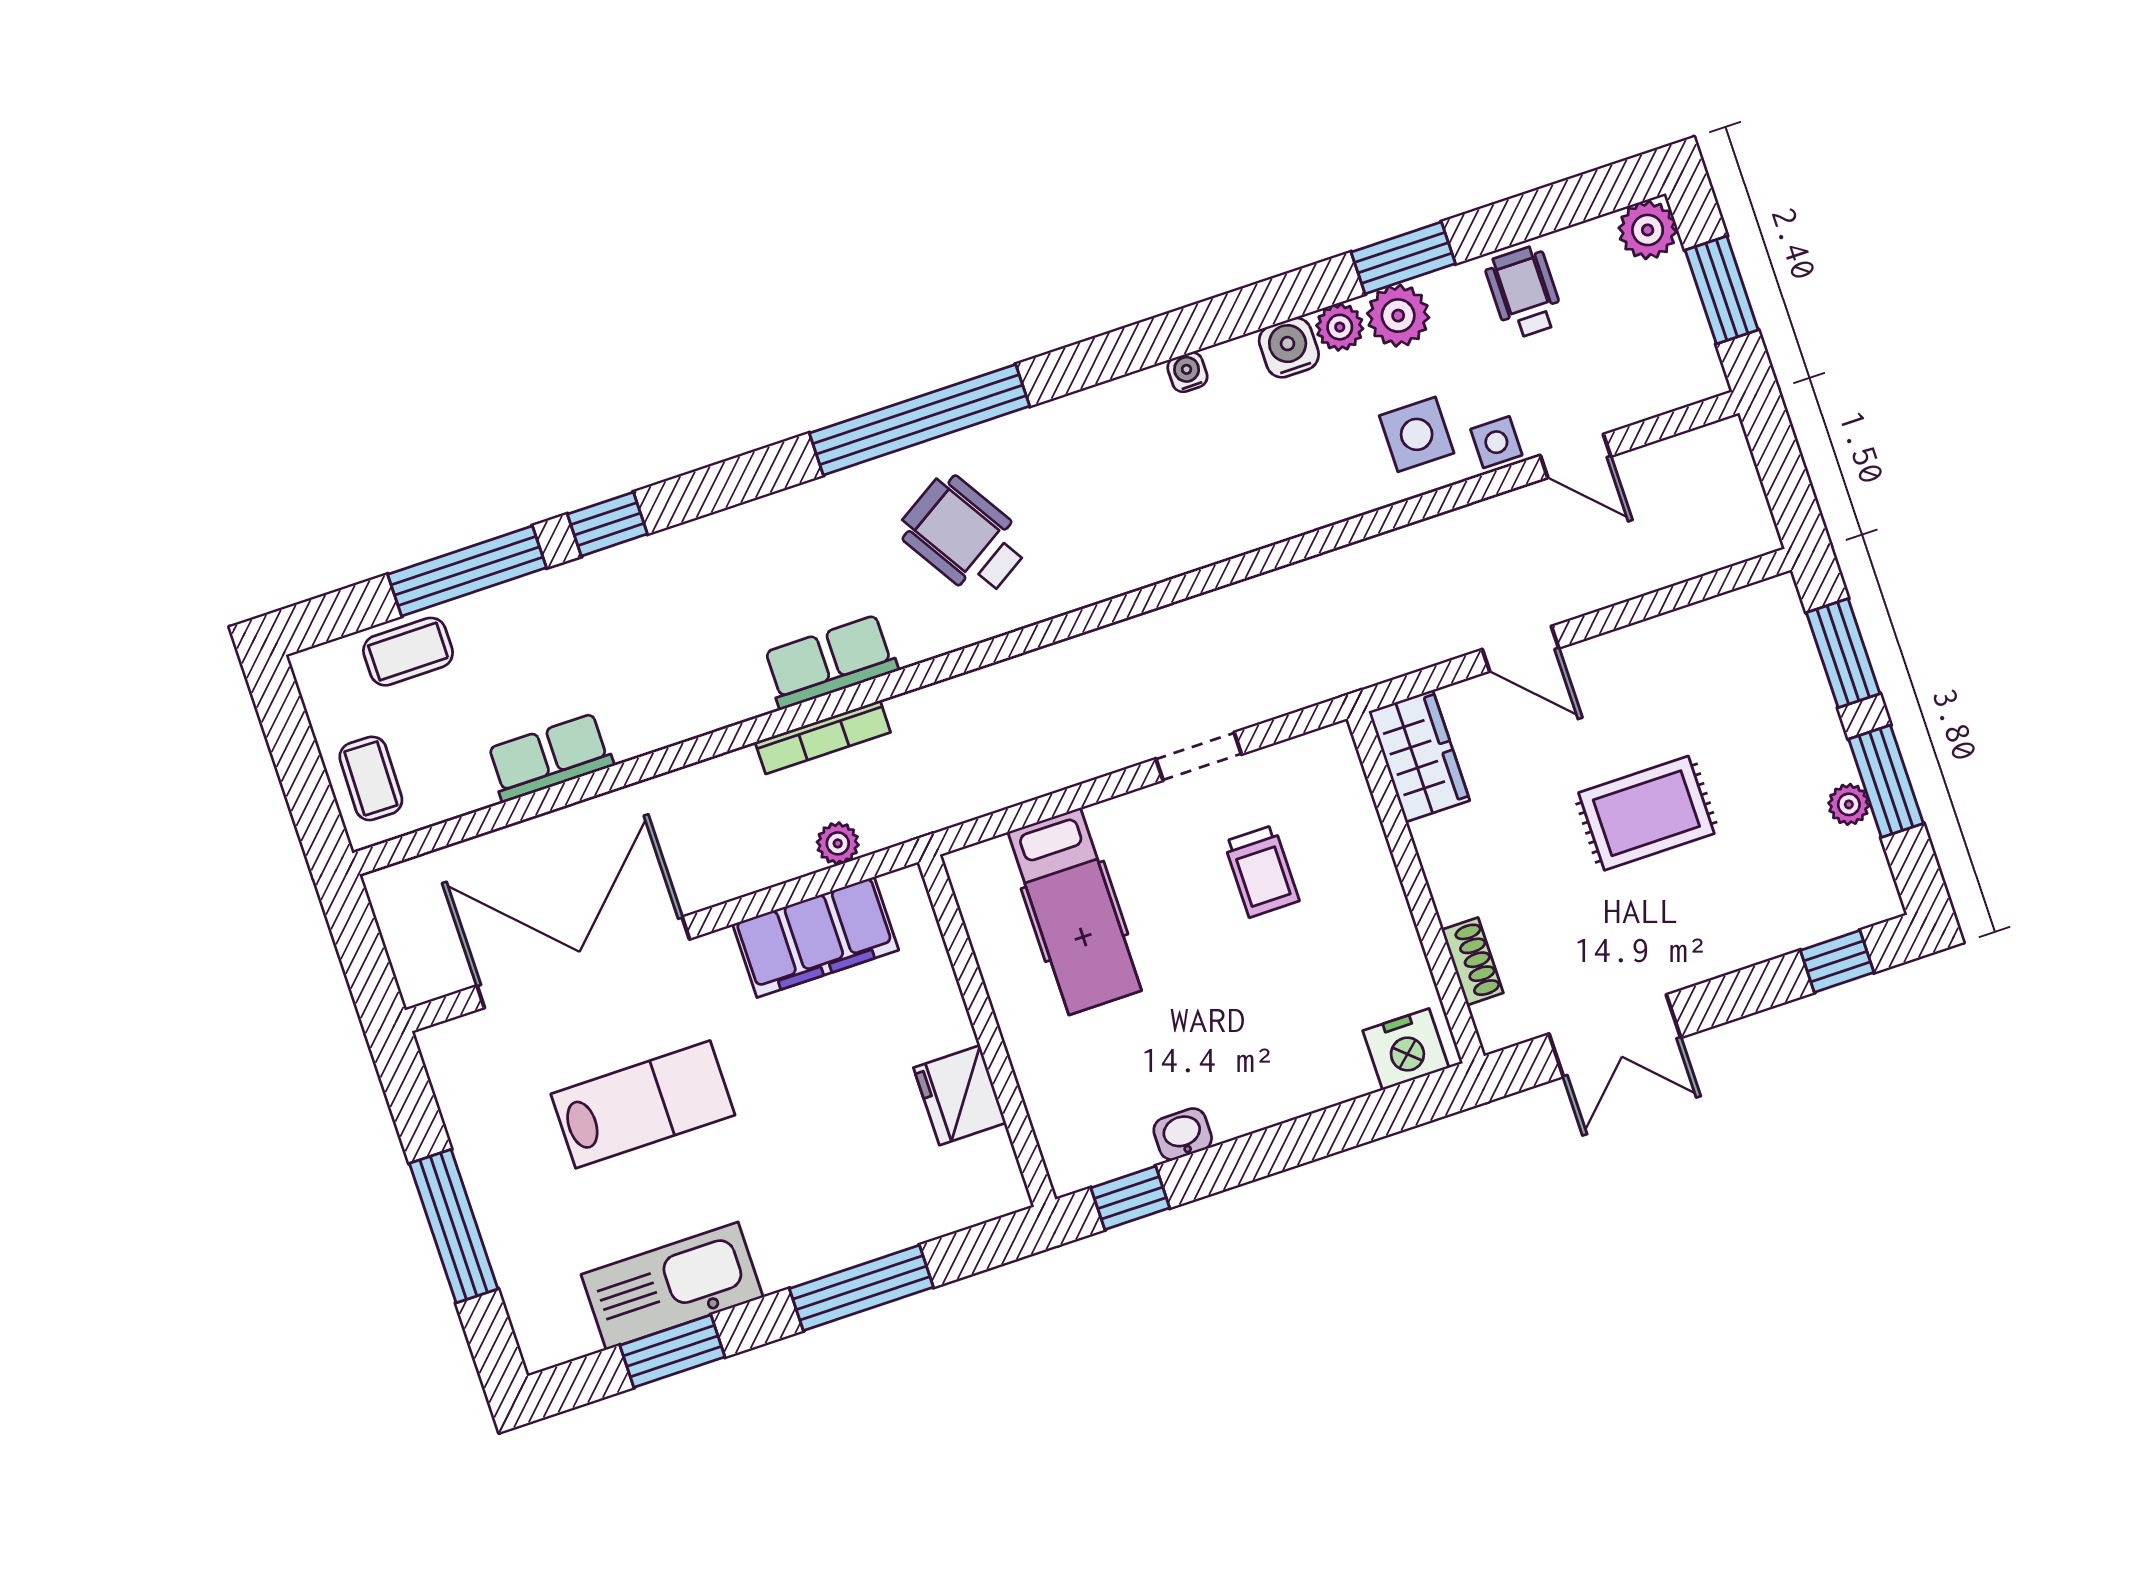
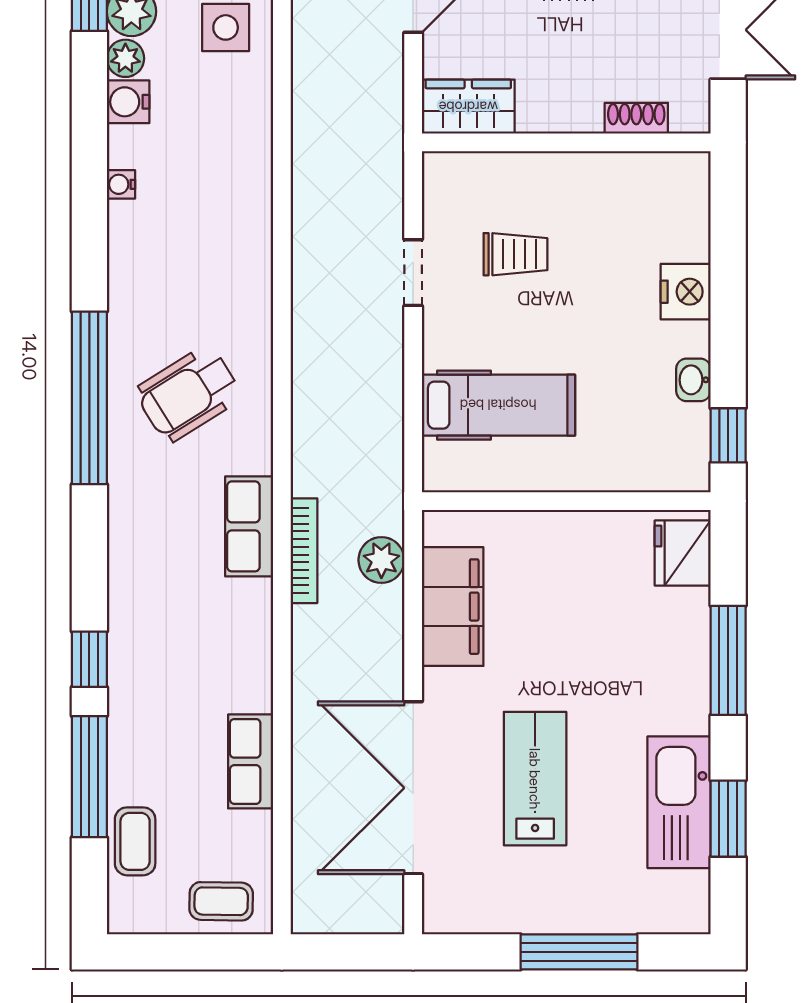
plant: (838, 843) -> (381, 560), width x1.38, depth x1.38
nightstand: (1406, 1049) -> (686, 292), moved
fridge: (960, 1095) -> (683, 553), moved, turned 90

